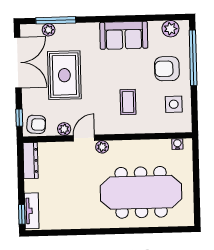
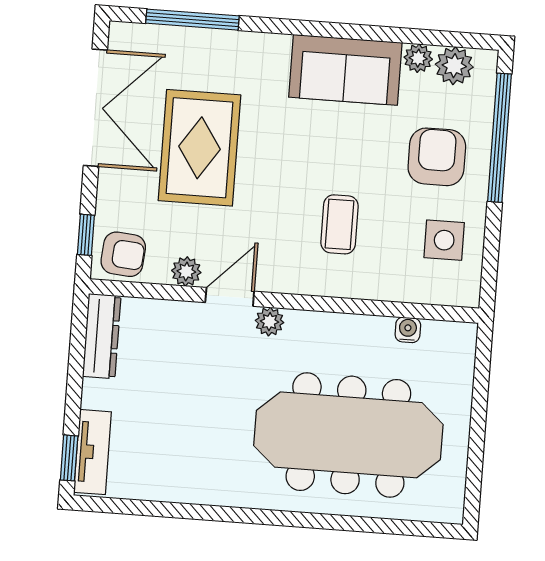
plant: (49, 30) -> (418, 58), moved
armchair: (167, 69) -> (437, 157), turned 90
water cooler: (177, 144) -> (408, 330), moved

